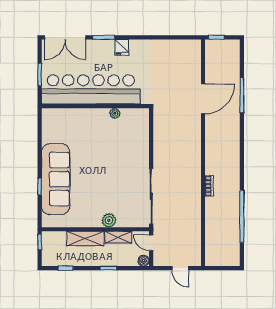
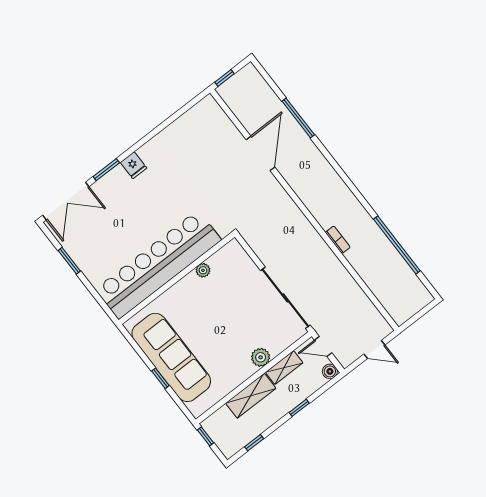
bar counter: (91, 89) -> (158, 265), moved
wall: (95, 106) -> (177, 278), moved
plant: (115, 113) -> (203, 270), moved

